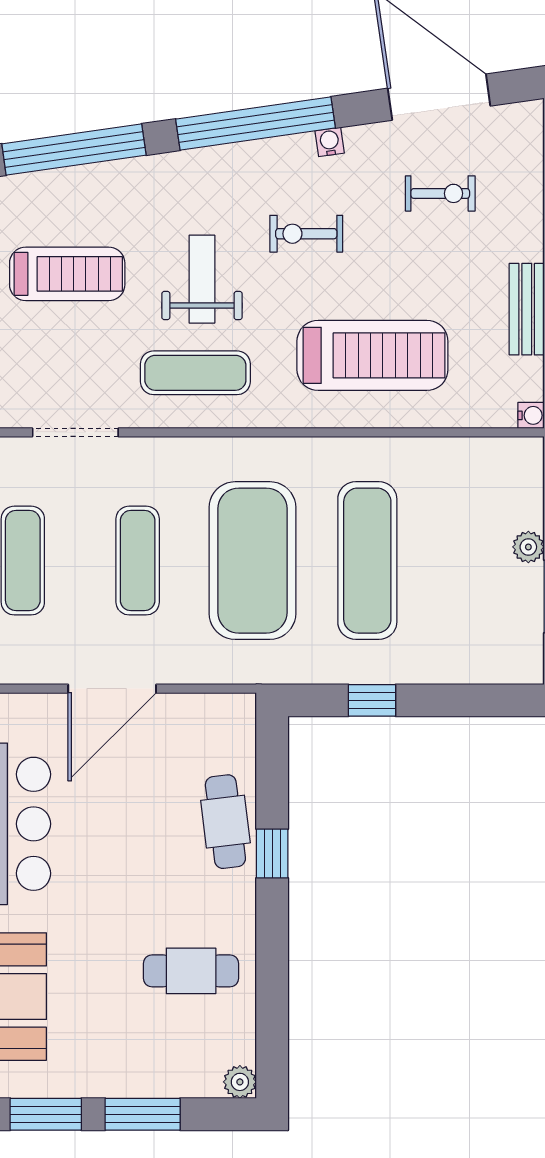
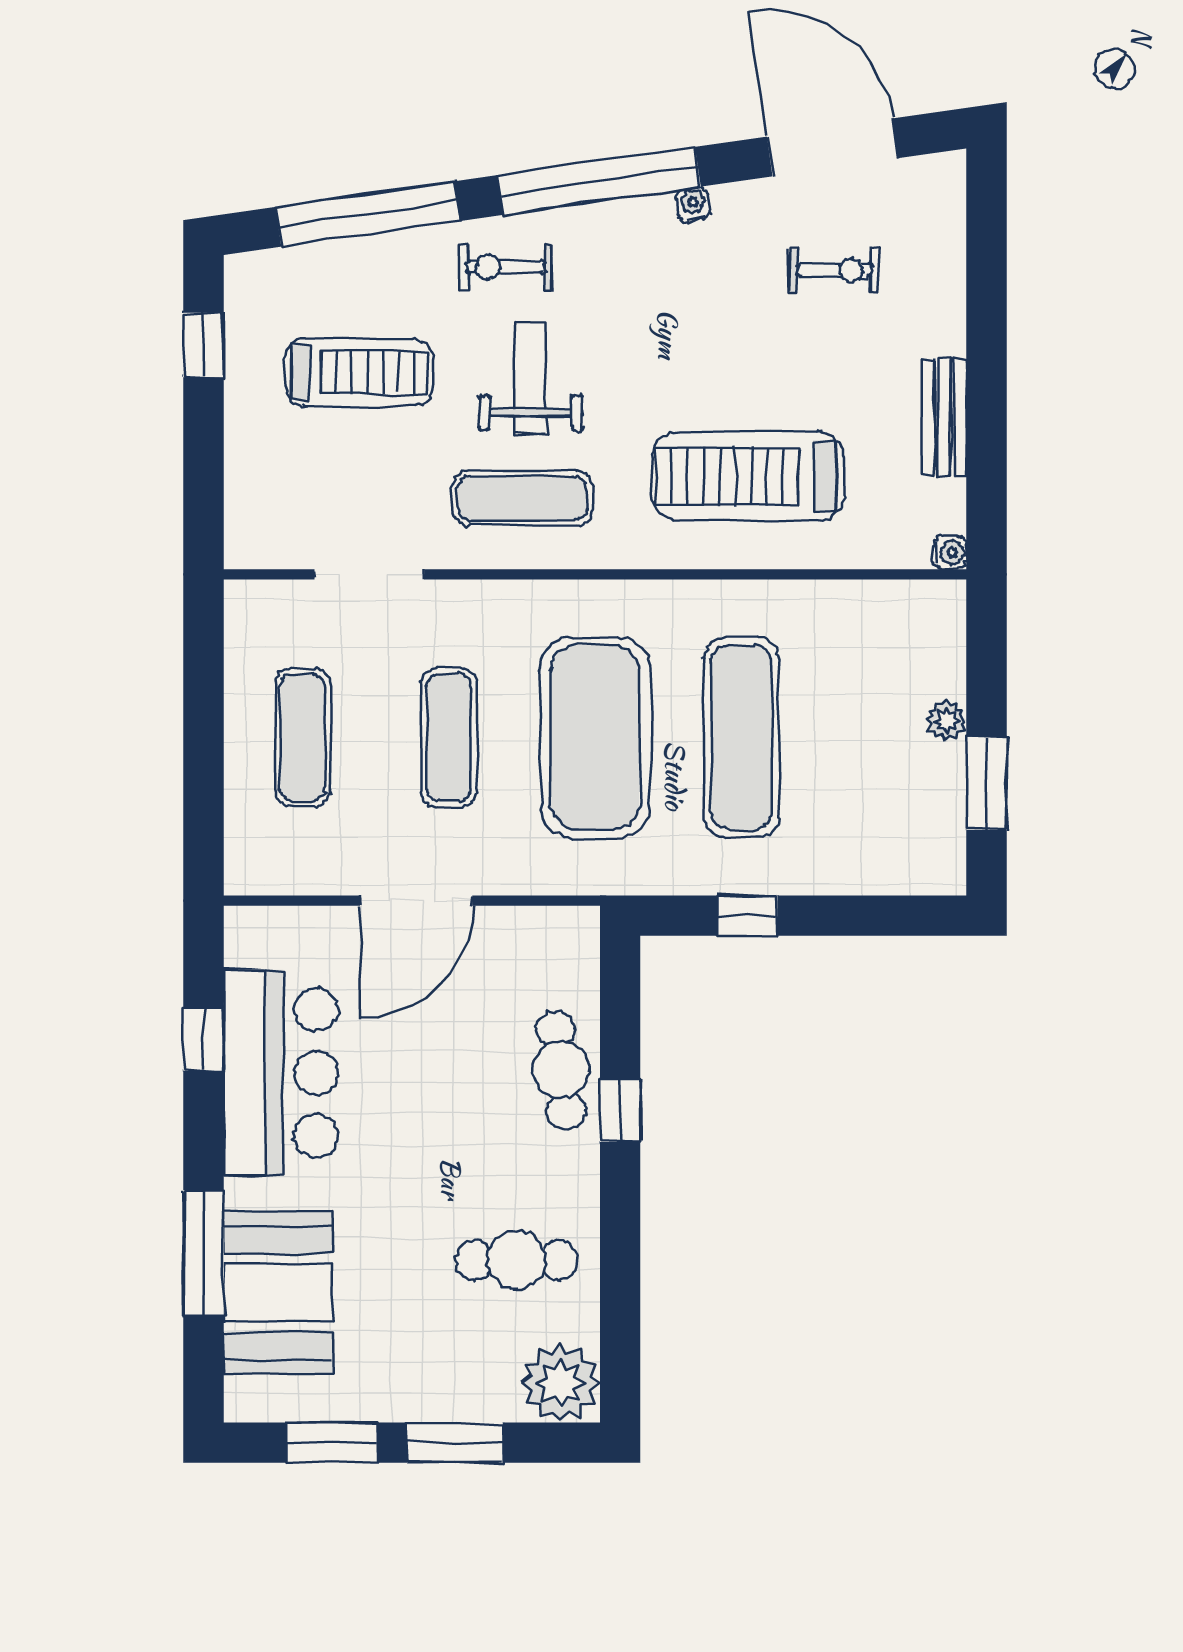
exercise bike: (306, 234) -> (506, 267), moved
treadmill: (372, 355) -> (748, 476), turned 180
plant: (240, 1082) -> (561, 1383), width x1.88, depth x1.88

